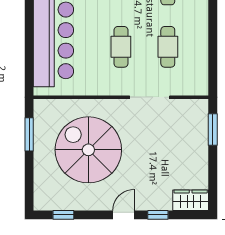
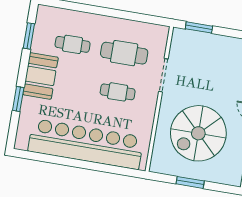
cafe table: (168, 47) -> (124, 53), width x1.37, depth x1.35
window: (29, 134) -> (190, 182), moved

